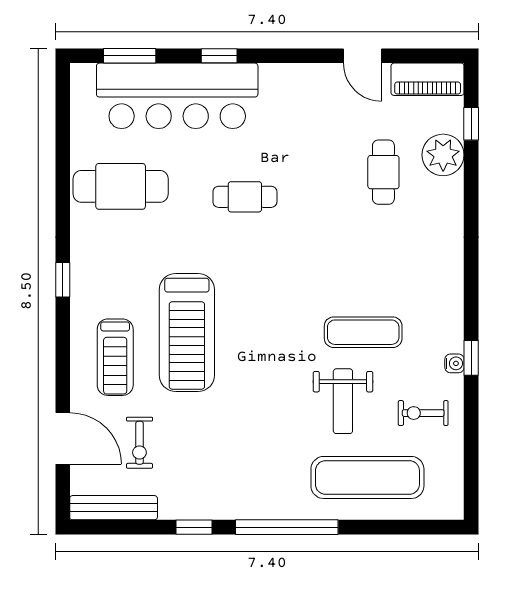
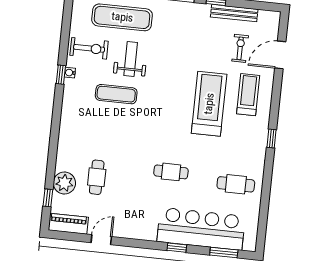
door: (362, 56) -> (101, 240), hinge flipped
cafe table: (121, 186) -> (236, 184), width x0.73, depth x0.74
exercise bike: (423, 413) -> (89, 48), width x1.38, depth x1.39
door: (63, 438) -> (280, 55), hinge flipped
bench: (114, 508) -> (234, 13), moved

